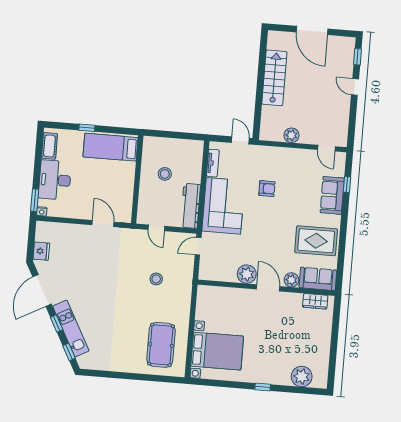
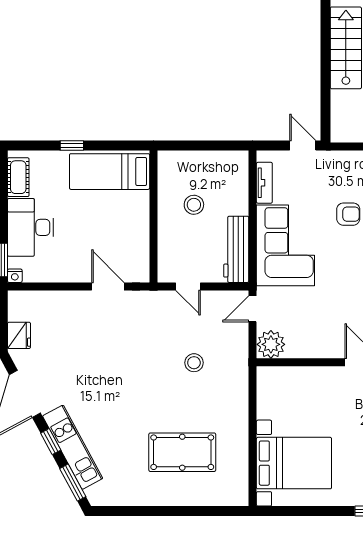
plant: (247, 274) -> (271, 344), moved
pool table: (161, 345) -> (182, 452), moved, turned 90
window: (69, 352) -> (73, 483), width x1.50

